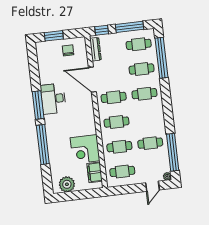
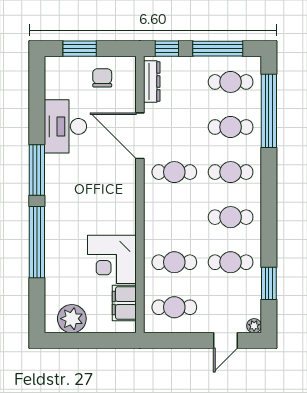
desk: (53, 99) -> (65, 126), moved
cafe table: (117, 122) -> (231, 217), moved
window: (173, 152) -> (269, 283), width x0.47

